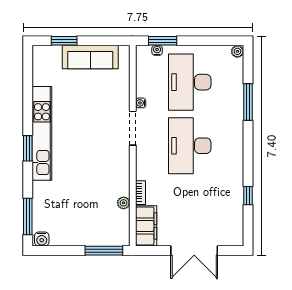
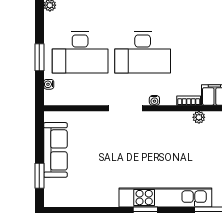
window: (163, 41) -> (39, 57), moved
water cooler: (141, 103) -> (154, 100), moved
kitchen unit: (42, 133) -> (165, 198), moved

